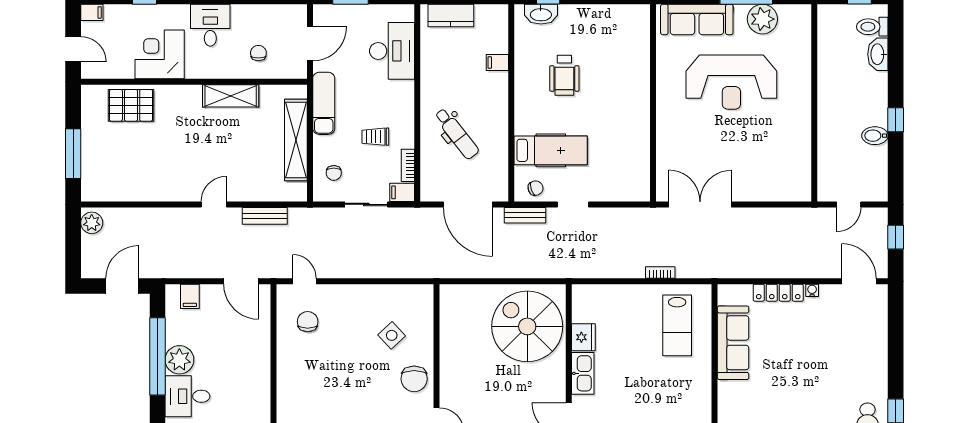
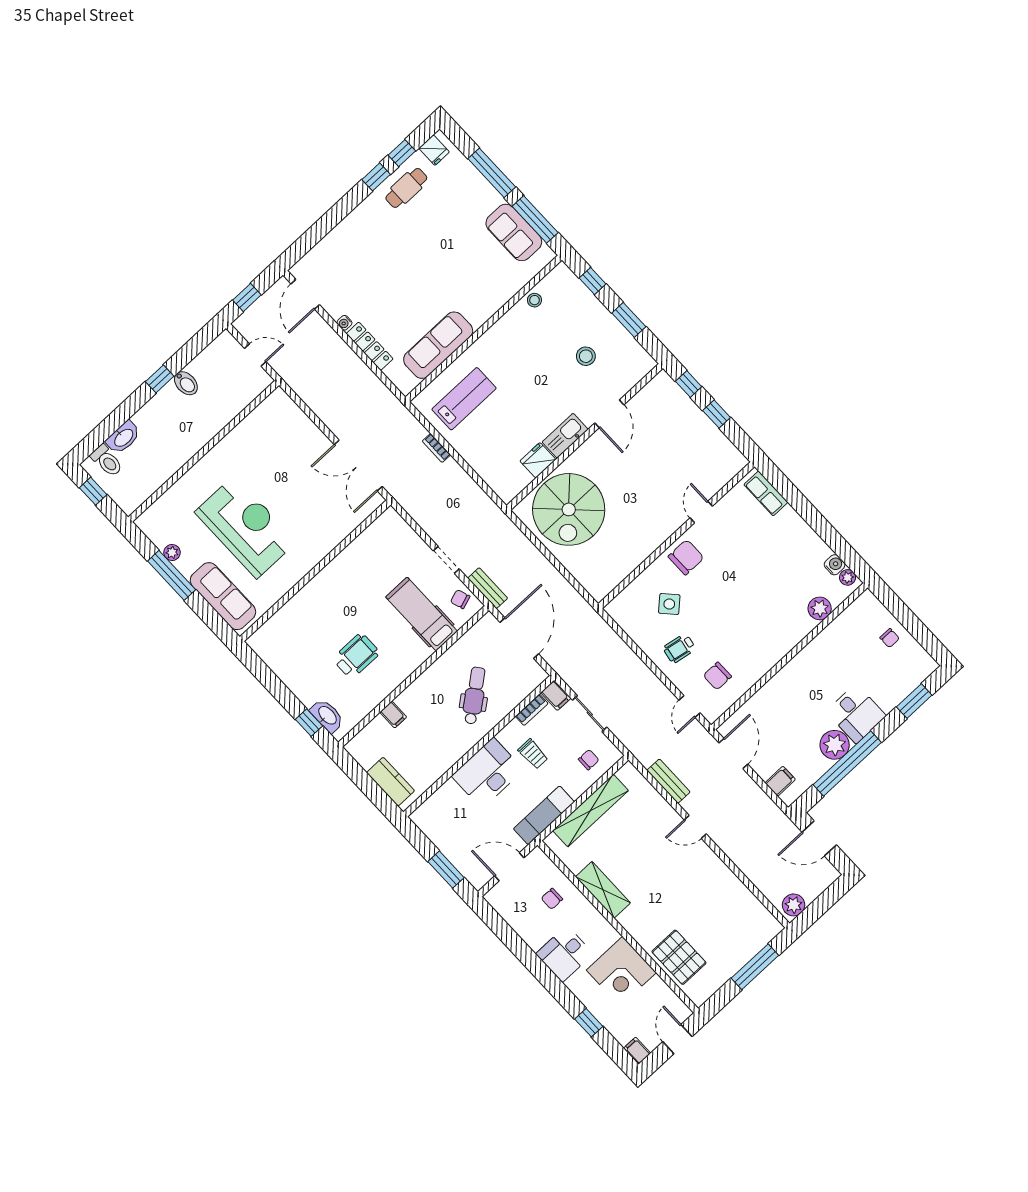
plant: (762, 19) -> (172, 552), width x0.53, depth x0.53
desk: (392, 51) -> (488, 773), moved
wheelchair: (353, 313) -> (679, 648), added

